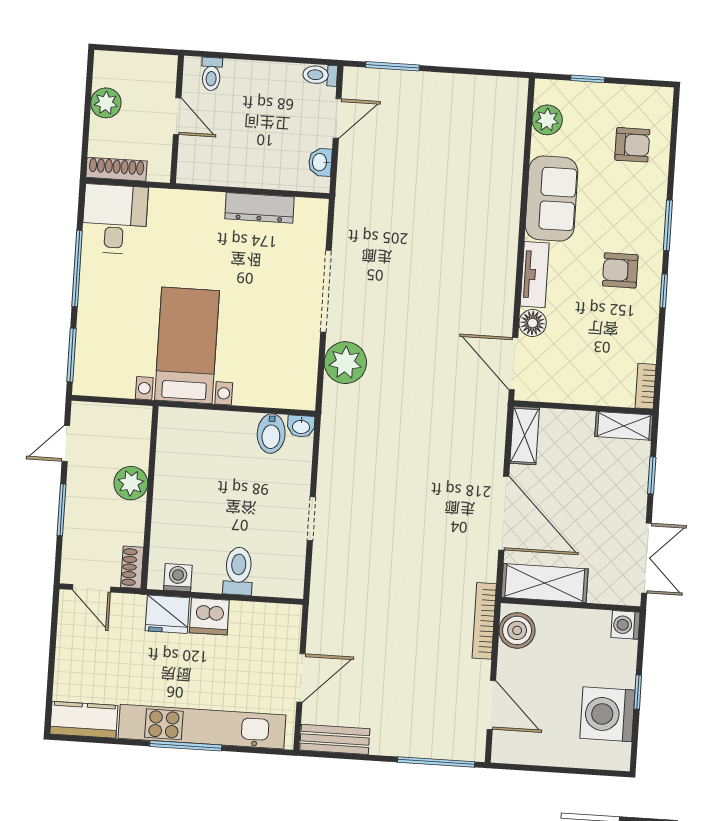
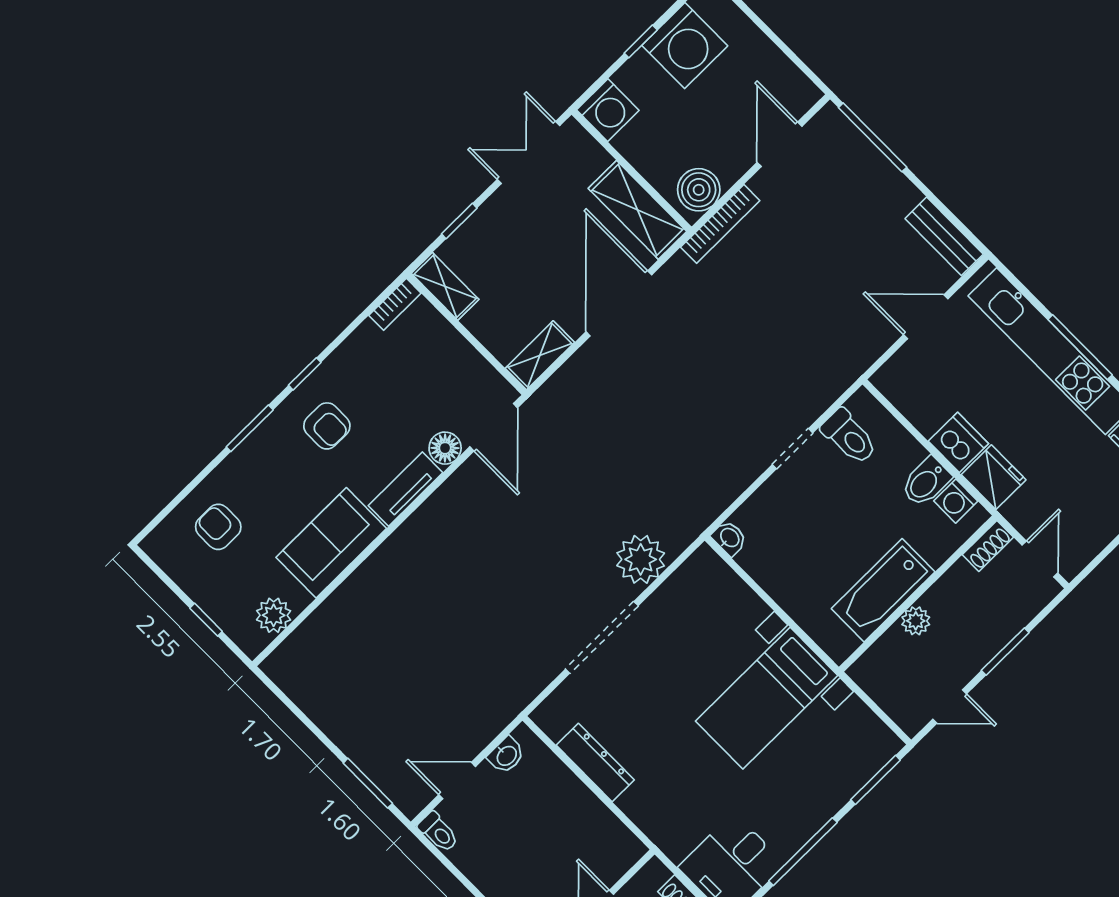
bidet: (271, 434) -> (926, 482), moved, turned 180
bathtub: (174, 480) -> (883, 590), added
plant: (131, 483) -> (916, 621), width x0.73, depth x0.73
toilet: (238, 571) -> (849, 437), moved, turned -90
washing machine: (625, 625) -> (608, 110), width x1.38, depth x1.38

